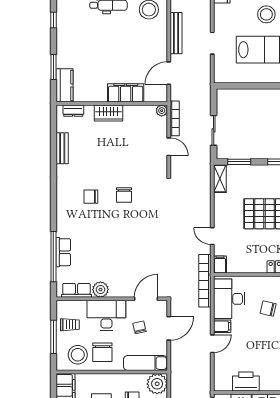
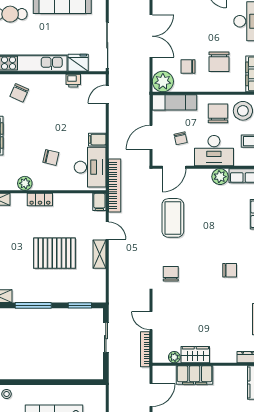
plant: (162, 111) -> (174, 357), moved
wardrobe: (108, 113) -> (195, 355), moved
shelving: (220, 179) -> (100, 254), moved
chair: (124, 195) -> (171, 274), moved
coffee table: (147, 249) -> (173, 218), added
door: (212, 344) -> (107, 94), moved
printer: (246, 382) -> (73, 81), width x0.53, depth x0.68

